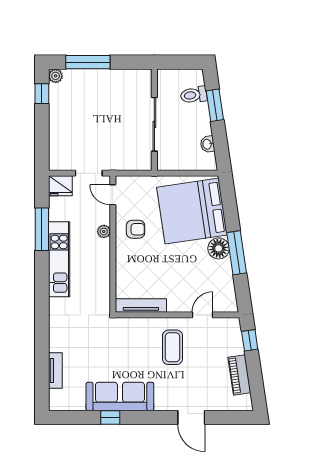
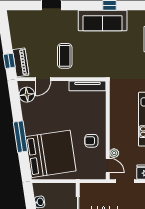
plant: (104, 231) -> (114, 153), moved
floor lamp: (219, 248) -> (27, 95), moved
window: (237, 253) -> (20, 137), moved
piano: (239, 375) -> (21, 62), moved

